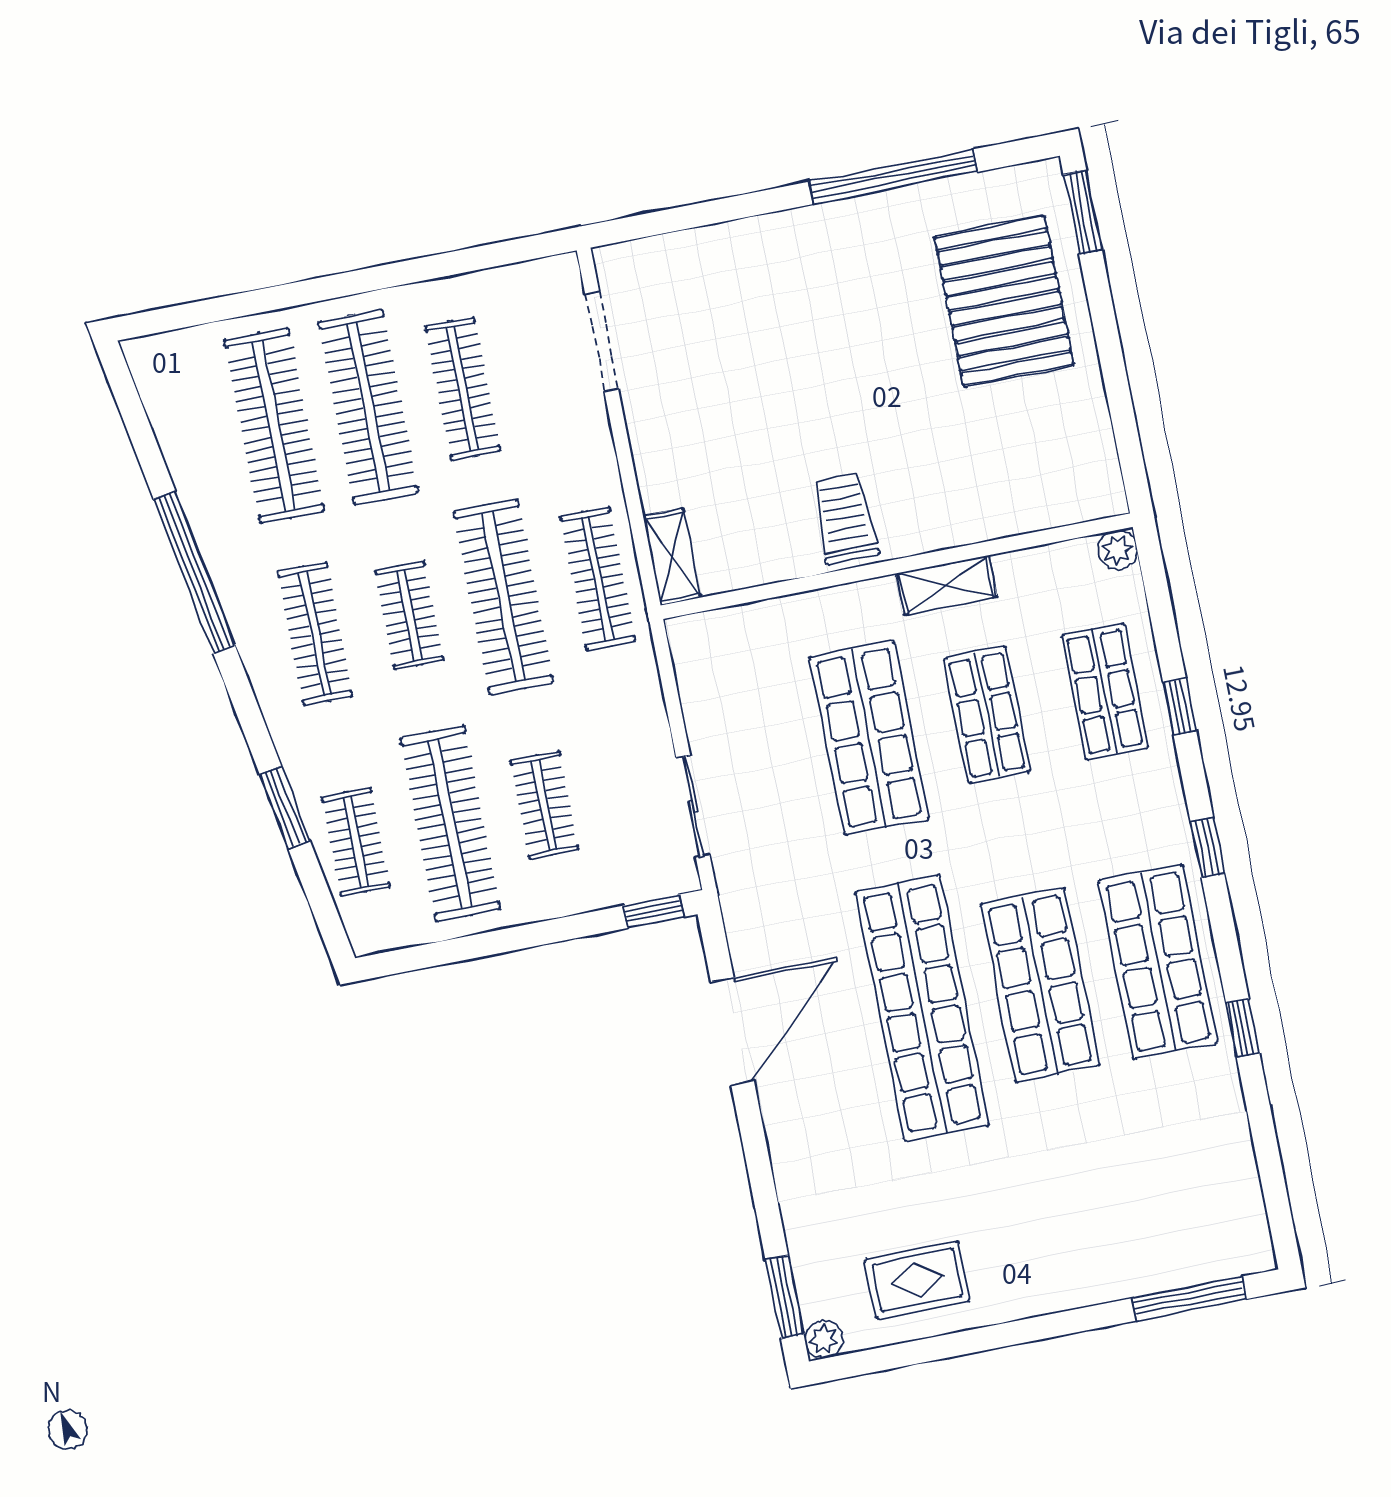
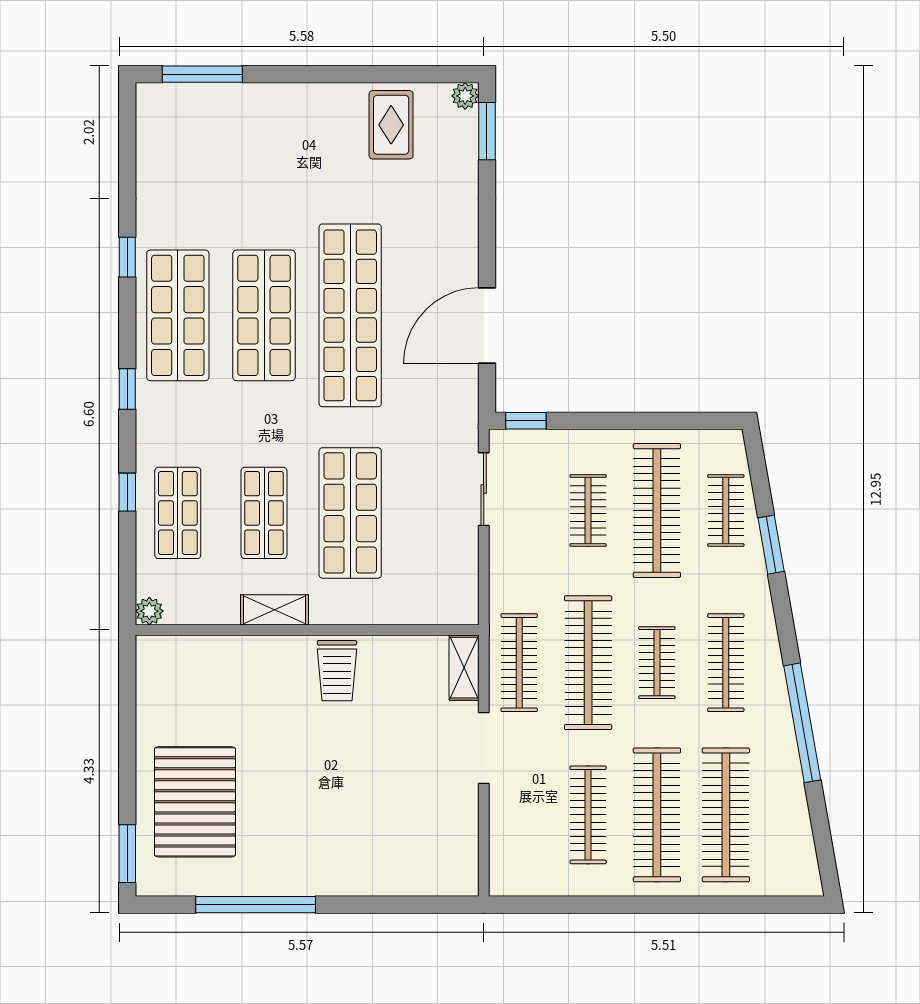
doorway: (602, 341) -> (484, 748), moved
rug: (917, 1280) -> (391, 125), turned 90

